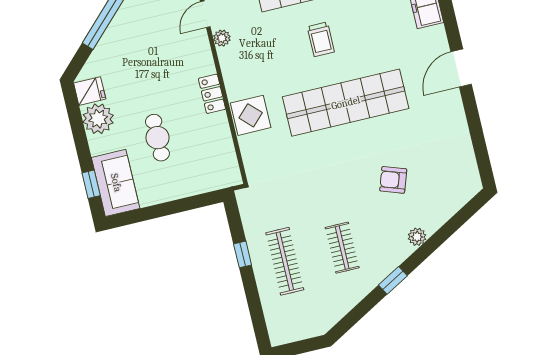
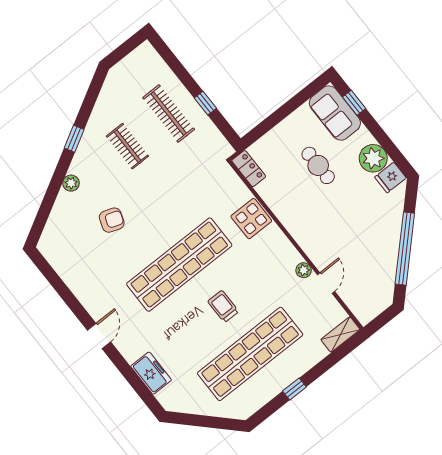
door: (461, 68) -> (99, 336), width x0.73
locker: (212, 94) -> (249, 169), moved

